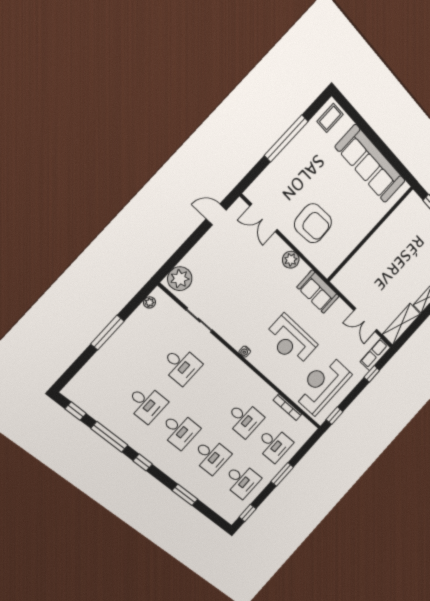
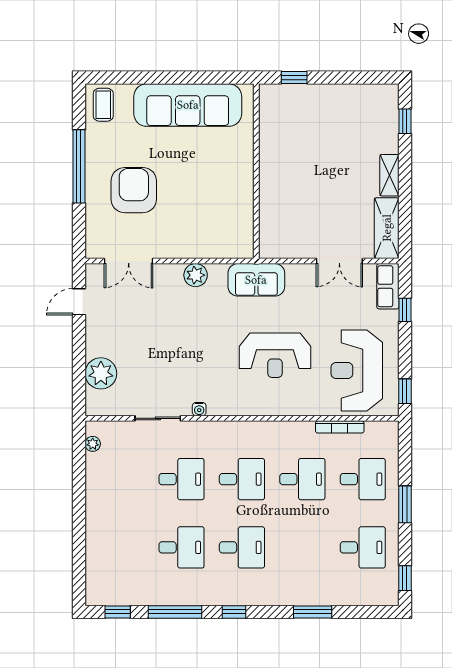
armchair: (313, 223) -> (134, 190), moved, turned -87
plant: (180, 279) -> (101, 373), moved
window: (107, 333) -> (79, 508), removed
water cooler: (245, 352) -> (199, 409), moved
desk: (211, 456) -> (242, 479), moved

